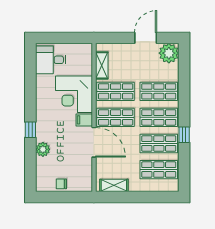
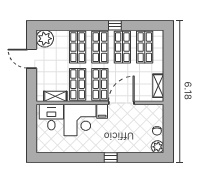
desk: (51, 60) -> (51, 117), moved, turned 180
plant: (43, 149) -> (158, 147), moved

